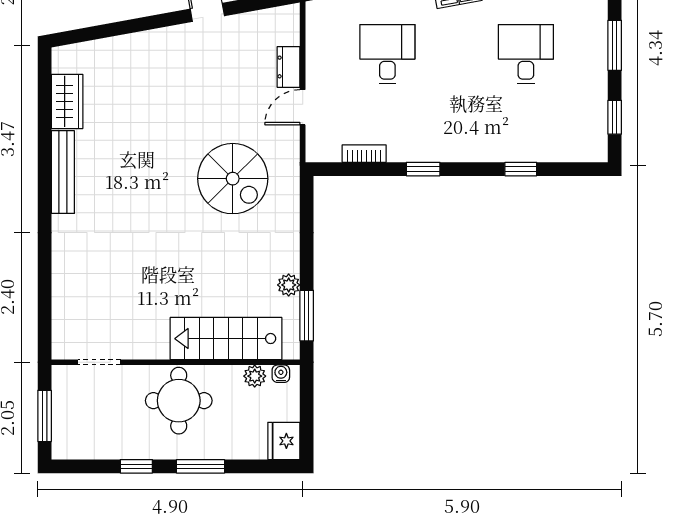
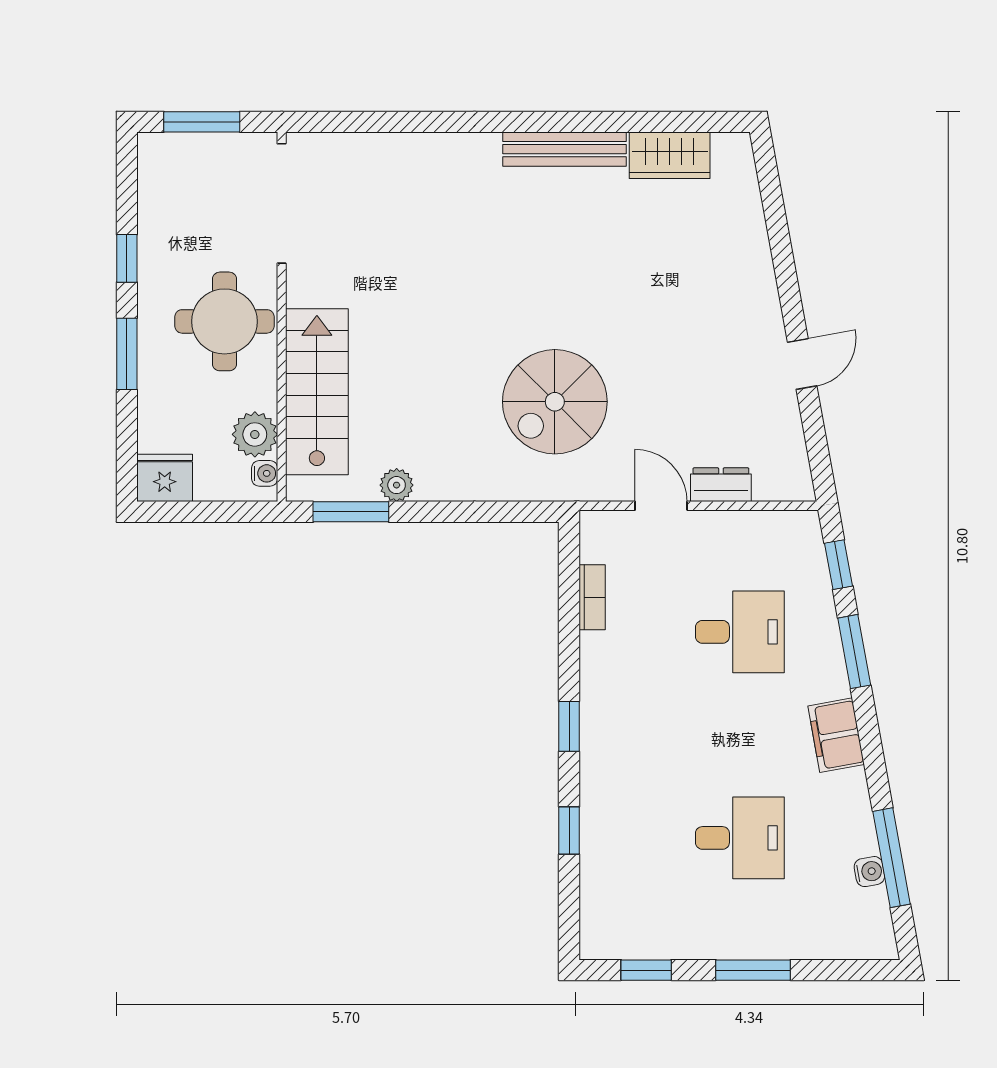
window: (423, 169) -> (569, 726), moved
doorway: (99, 362) -> (282, 203), width x1.87
plant: (255, 376) -> (255, 434), width x1.38, depth x1.38

